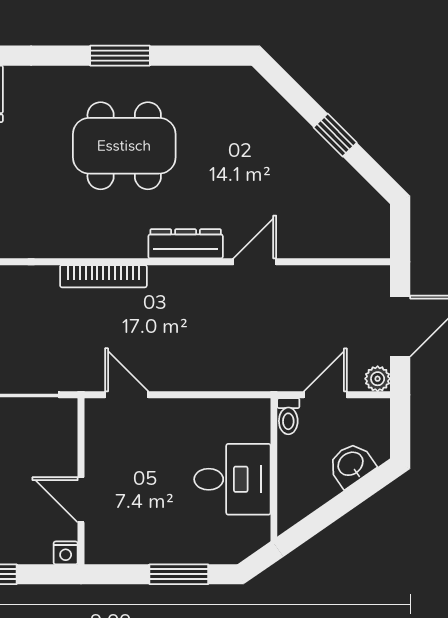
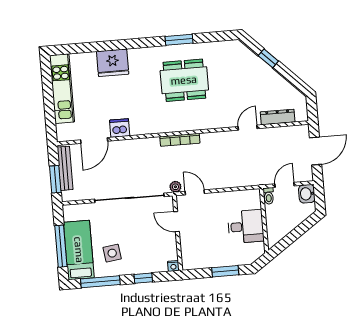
window: (335, 135) -> (268, 58), moved
dresser: (186, 244) -> (278, 117), moved
plant: (378, 379) -> (175, 187), moved
washbasin: (351, 465) -> (307, 194), moved, turned -55
door: (81, 500) -> (177, 222), moved

